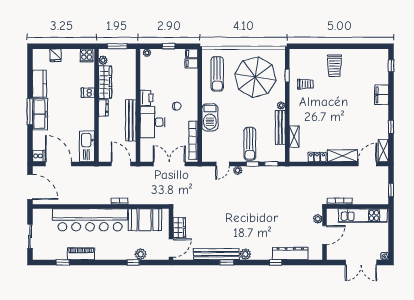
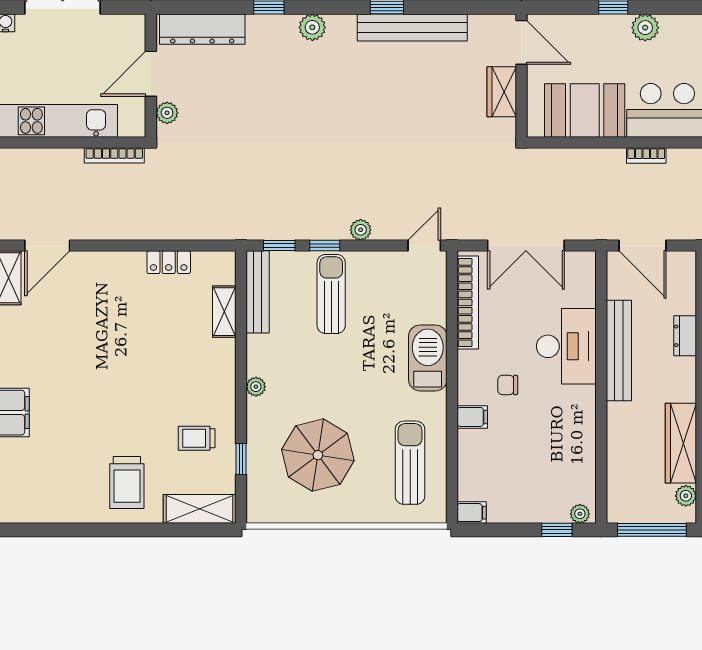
window: (117, 46) -> (652, 530), width x1.44
window: (168, 46) -> (557, 530), moved
filing cabinet: (191, 63) -> (472, 417), moved
trolley: (334, 66) -> (127, 482), turned 180
parasol: (255, 77) -> (318, 455), width x0.73, depth x0.73
printer: (147, 98) -> (581, 405), removed
dresser: (103, 108) -> (685, 336), moved
bench: (280, 127) -> (258, 292), moved
shelving: (342, 156) -> (200, 509), moved
door: (223, 164) -> (424, 246), moved
door: (171, 248) -> (521, 42), swing flipped
dresser: (290, 253) -> (202, 29), moved
plant: (141, 254) -> (645, 28), moved
plant: (245, 254) -> (312, 27), moved

